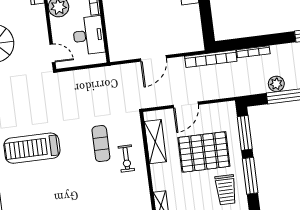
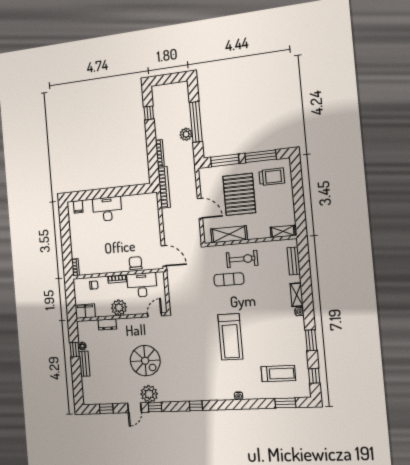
chair: (115, 26) -> (135, 263), added
door: (153, 58) -> (164, 256), moved
exercise bike: (126, 158) -> (242, 259), width x1.38, depth x1.39

